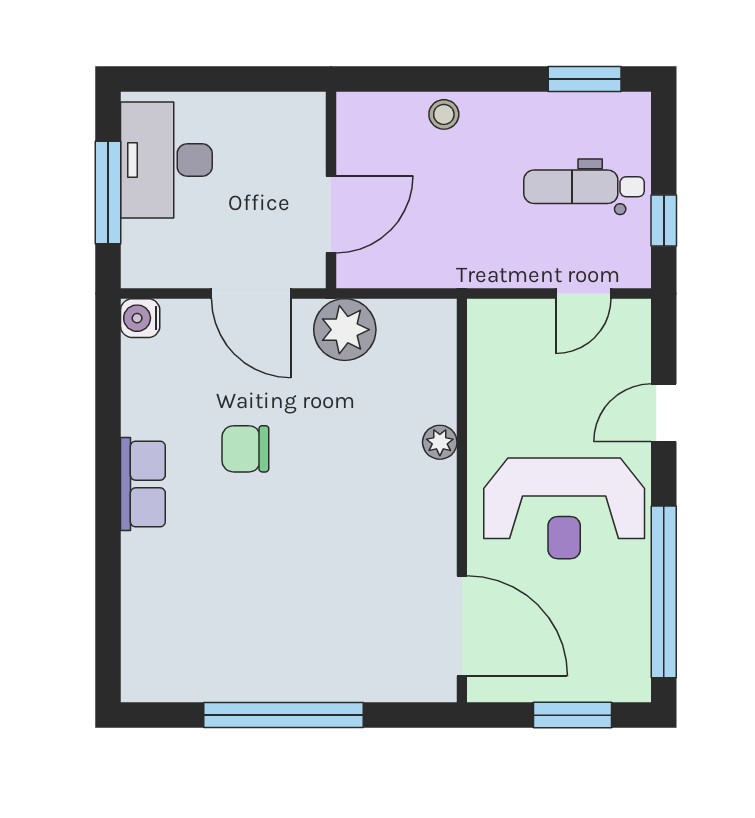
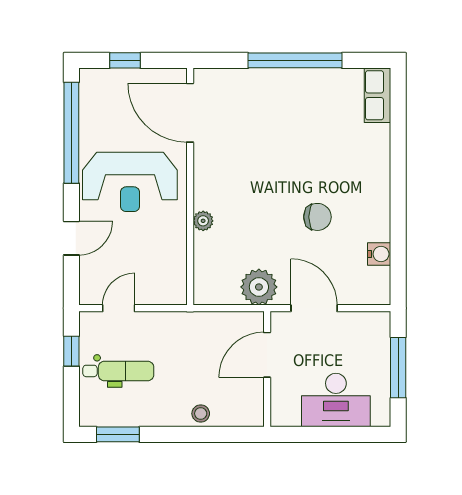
desk: (166, 160) -> (336, 400), moved, turned 90
water cooler: (140, 318) -> (379, 254), moved
row of seats: (143, 484) -> (378, 95), moved
reception desk: (564, 508) -> (130, 182), turned 180
window: (573, 715) -> (125, 60), width x0.67

